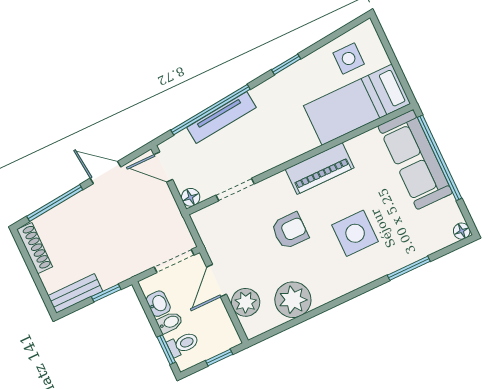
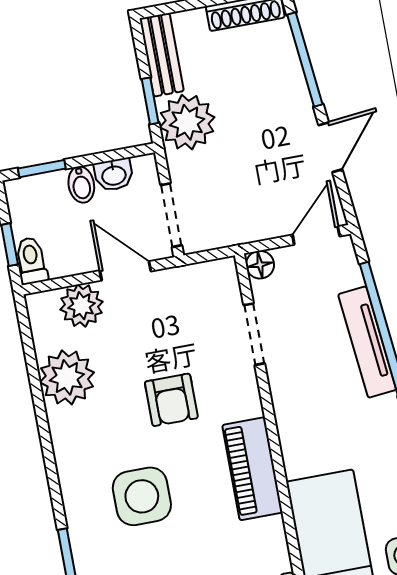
plant: (113, 266) -> (187, 122), added
toilet: (183, 344) -> (31, 261), moved, turned 180

